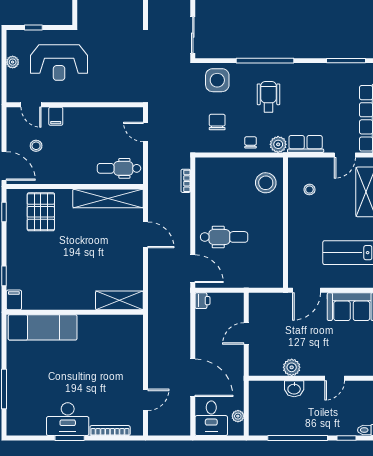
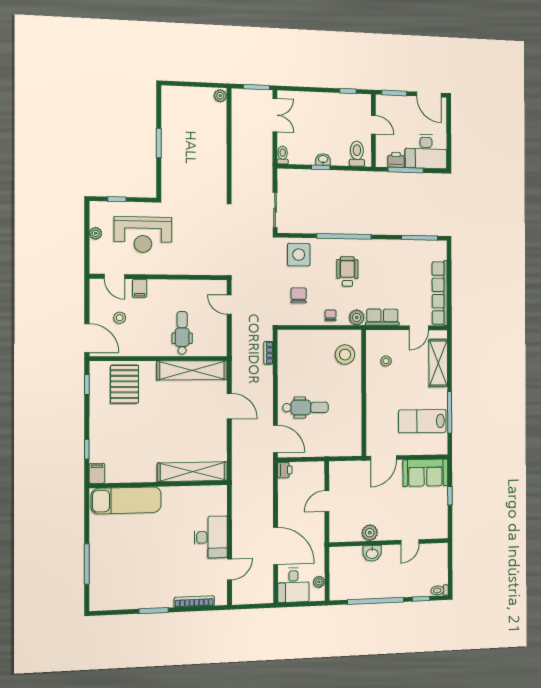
dental chair: (119, 168) -> (182, 333), moved, turned 90
shelving: (119, 300) -> (192, 472), width x1.47
desk: (68, 419) -> (211, 537), moved, turned -90

